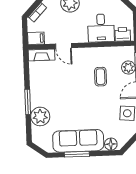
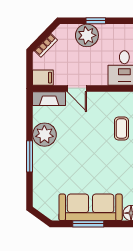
plant: (40, 116) -> (44, 135), moved

